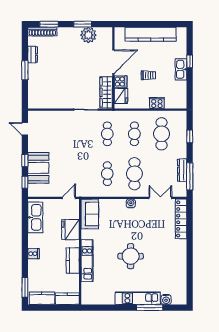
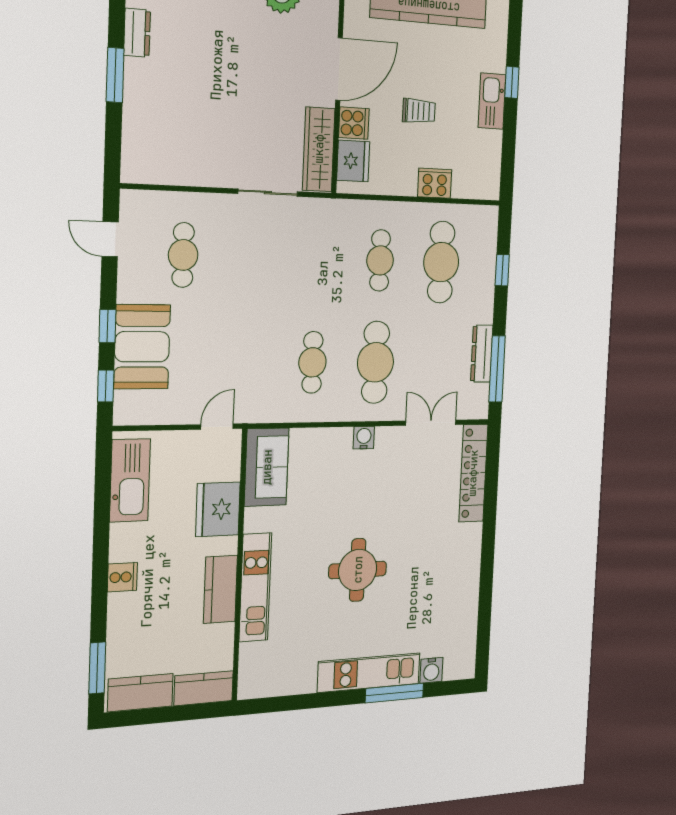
cafe table: (107, 134) -> (183, 255), moved

